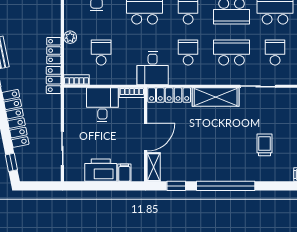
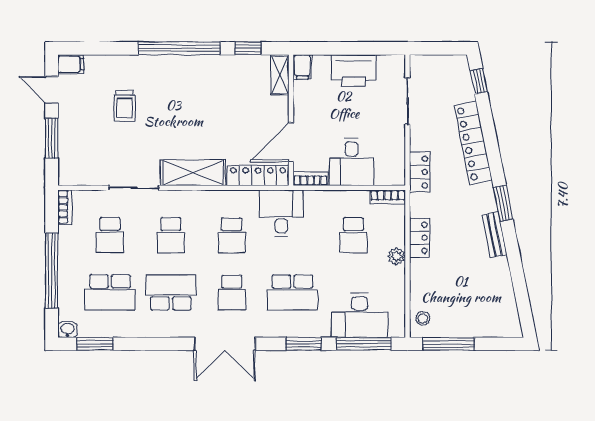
school desk: (232, 52) -> (171, 235), width x0.54
locker: (54, 80) -> (420, 172), moved
door: (146, 137) -> (291, 142), moved
filing cabinet: (124, 173) -> (302, 67), moved

